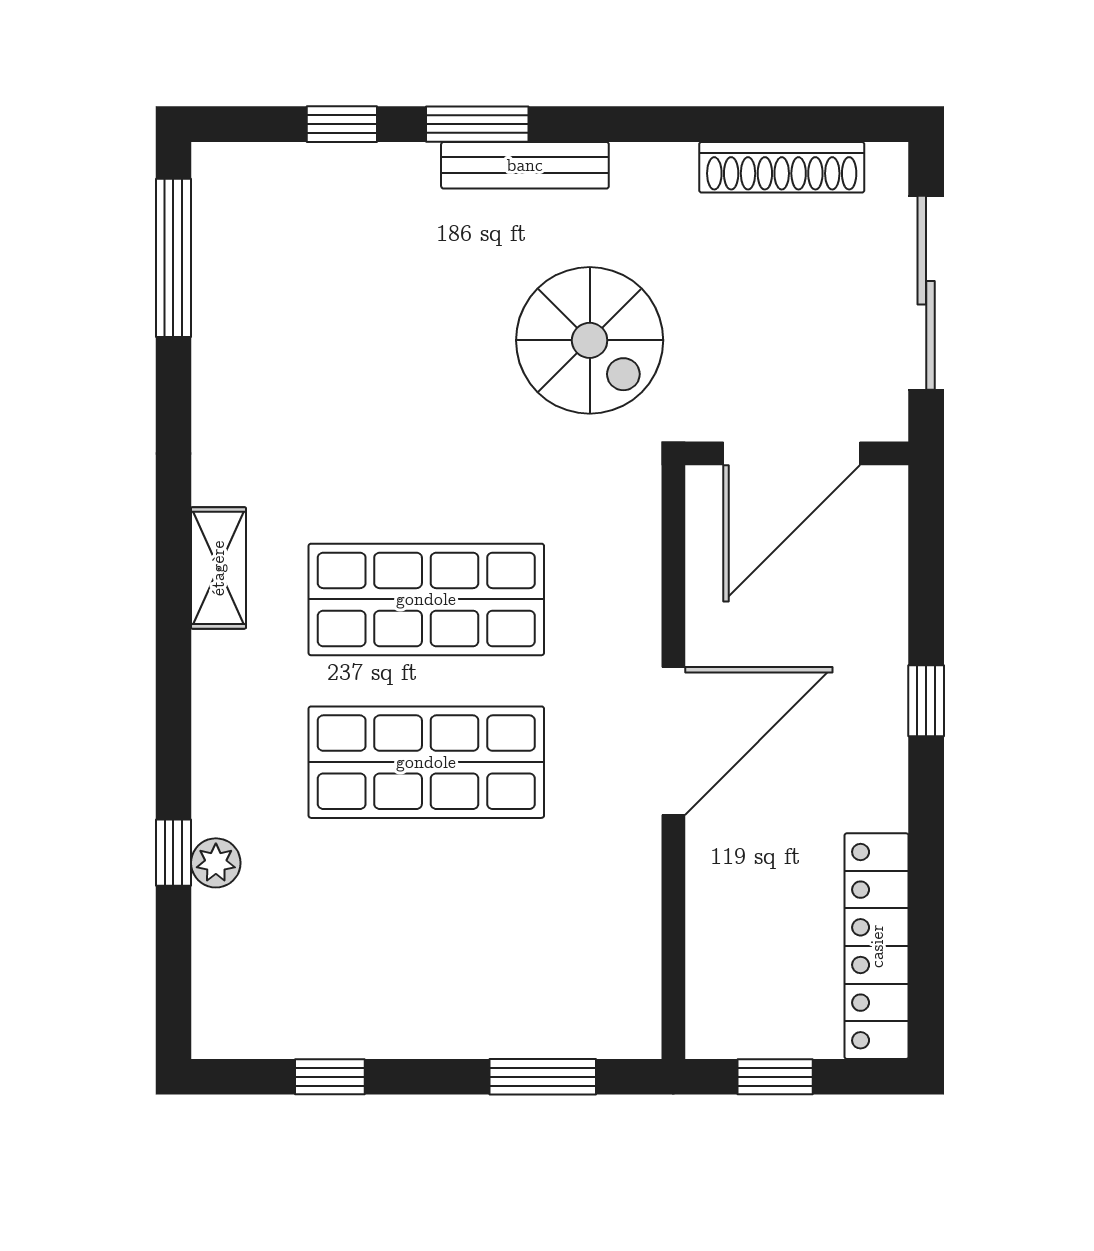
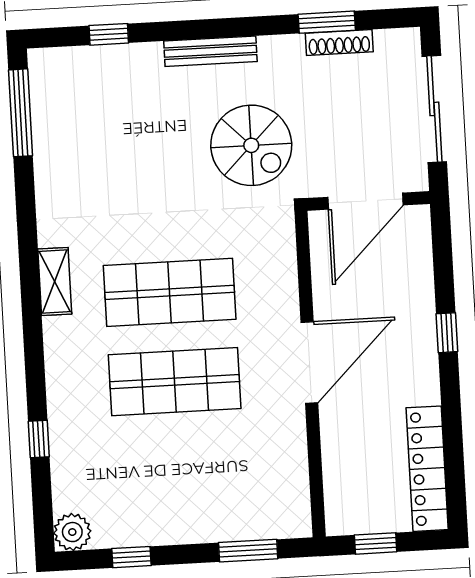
window: (477, 124) -> (327, 22), moved
shoe rack: (782, 167) -> (339, 42), width x0.74, depth x0.81
plant: (216, 863) -> (72, 532), moved, width x1.38, depth x1.38

